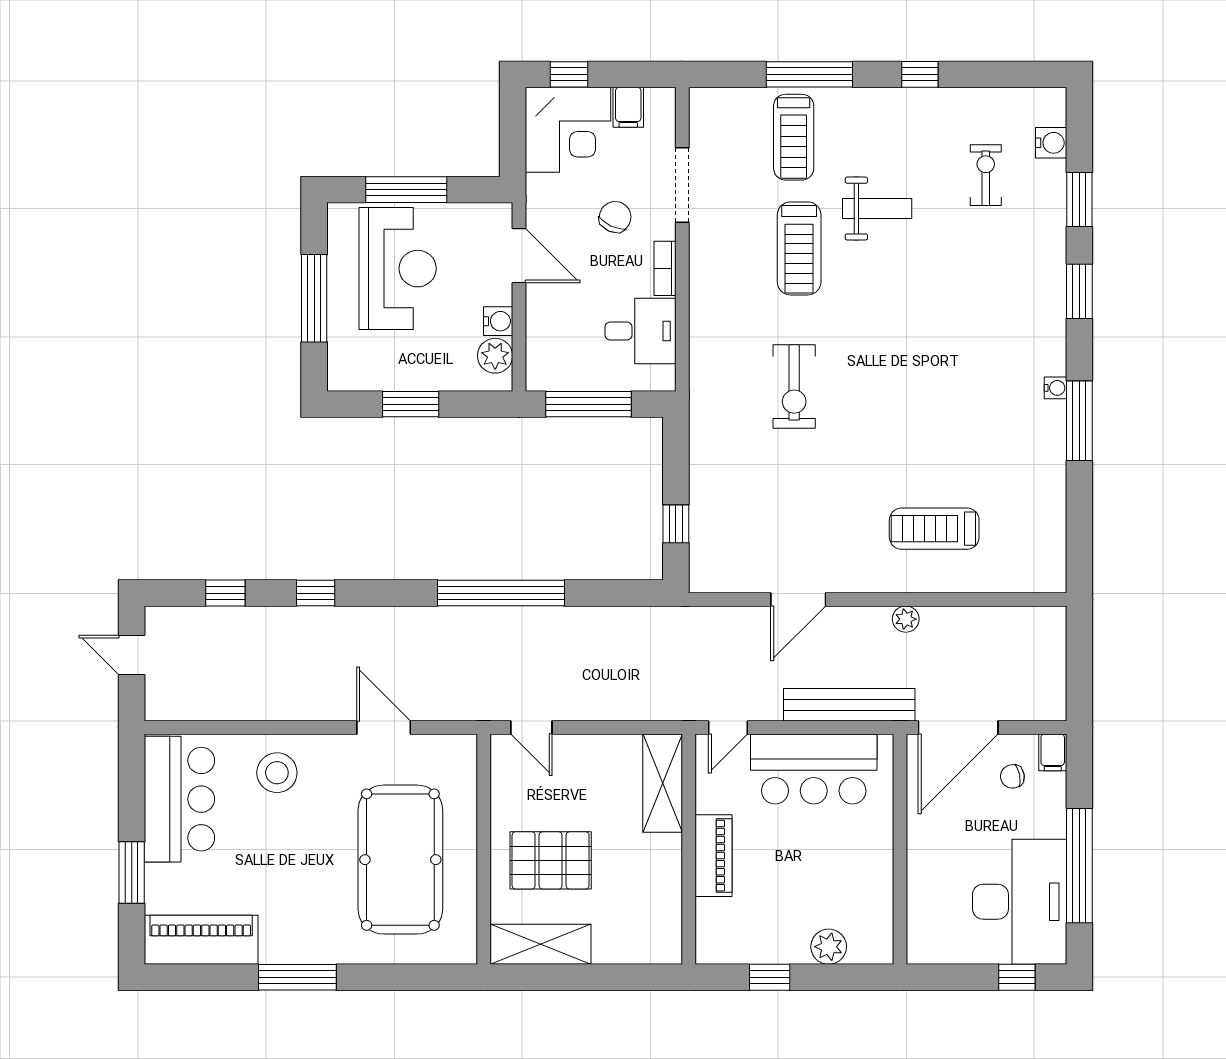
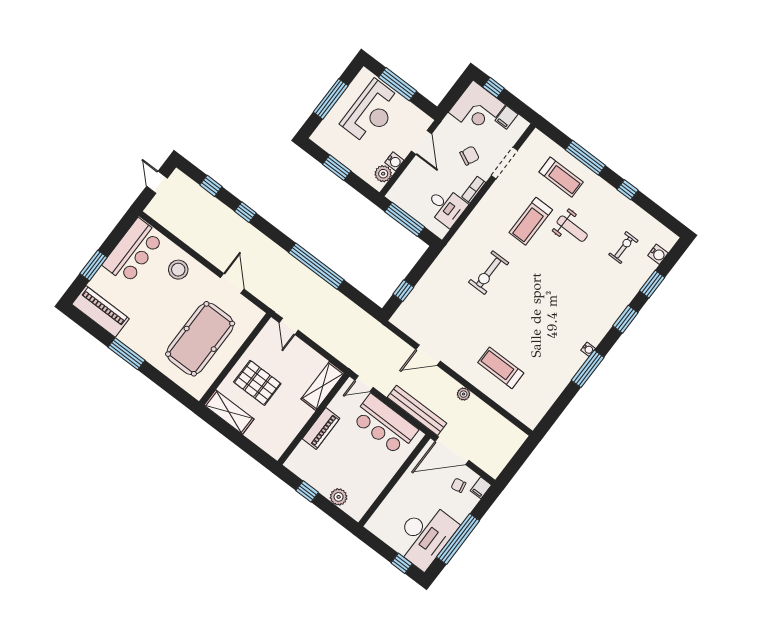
treadmill: (794, 137) -> (561, 177), turned -90

